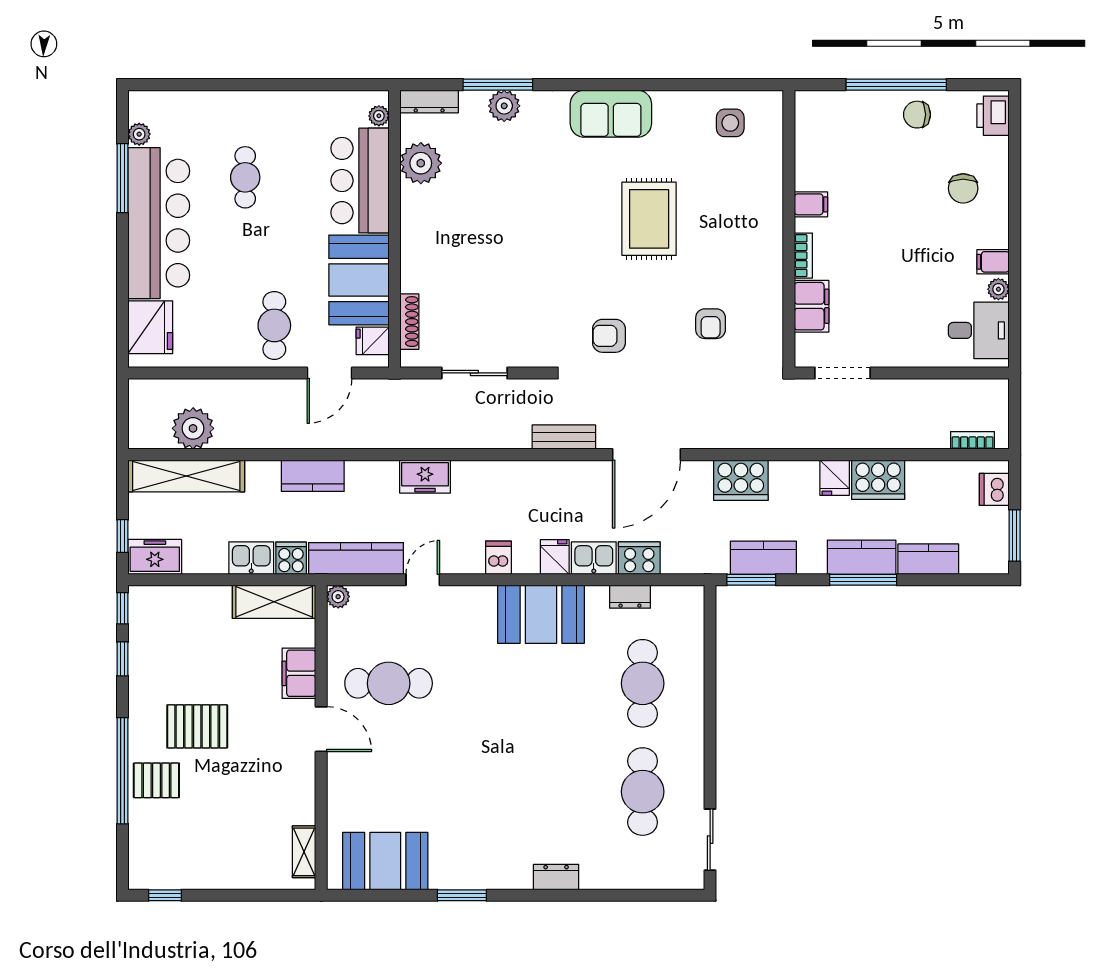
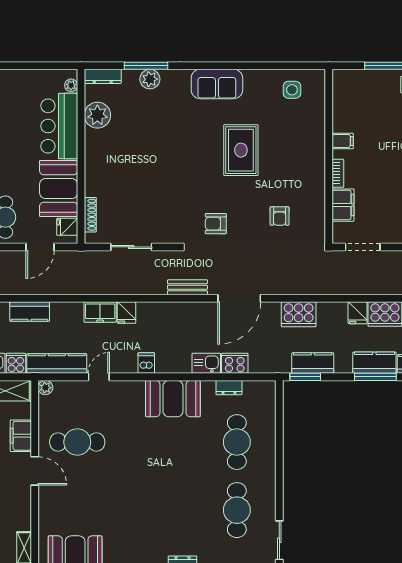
fridge: (555, 557) -> (127, 313), moved, turned 180

